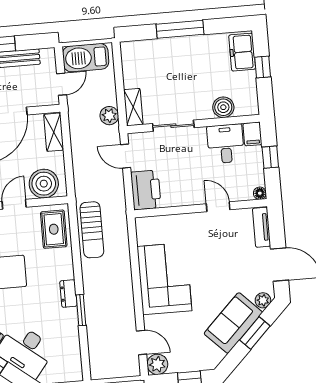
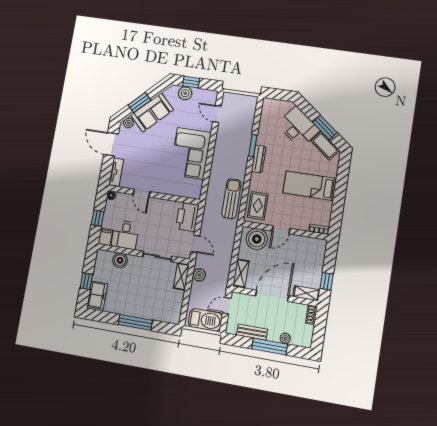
dresser: (68, 294) -> (259, 159), width x1.44
plant: (157, 364) -> (185, 93), moved

